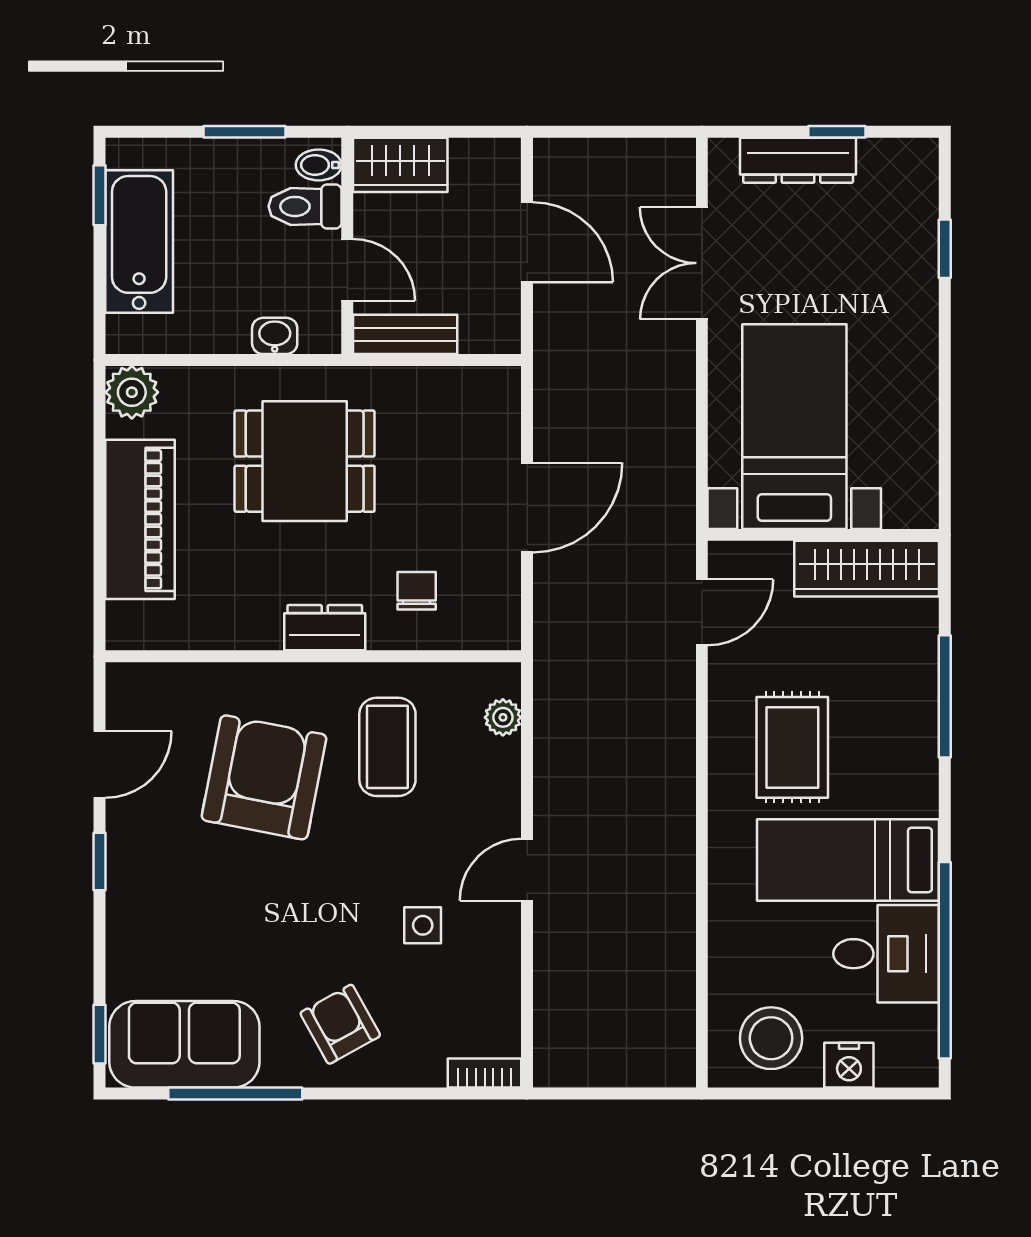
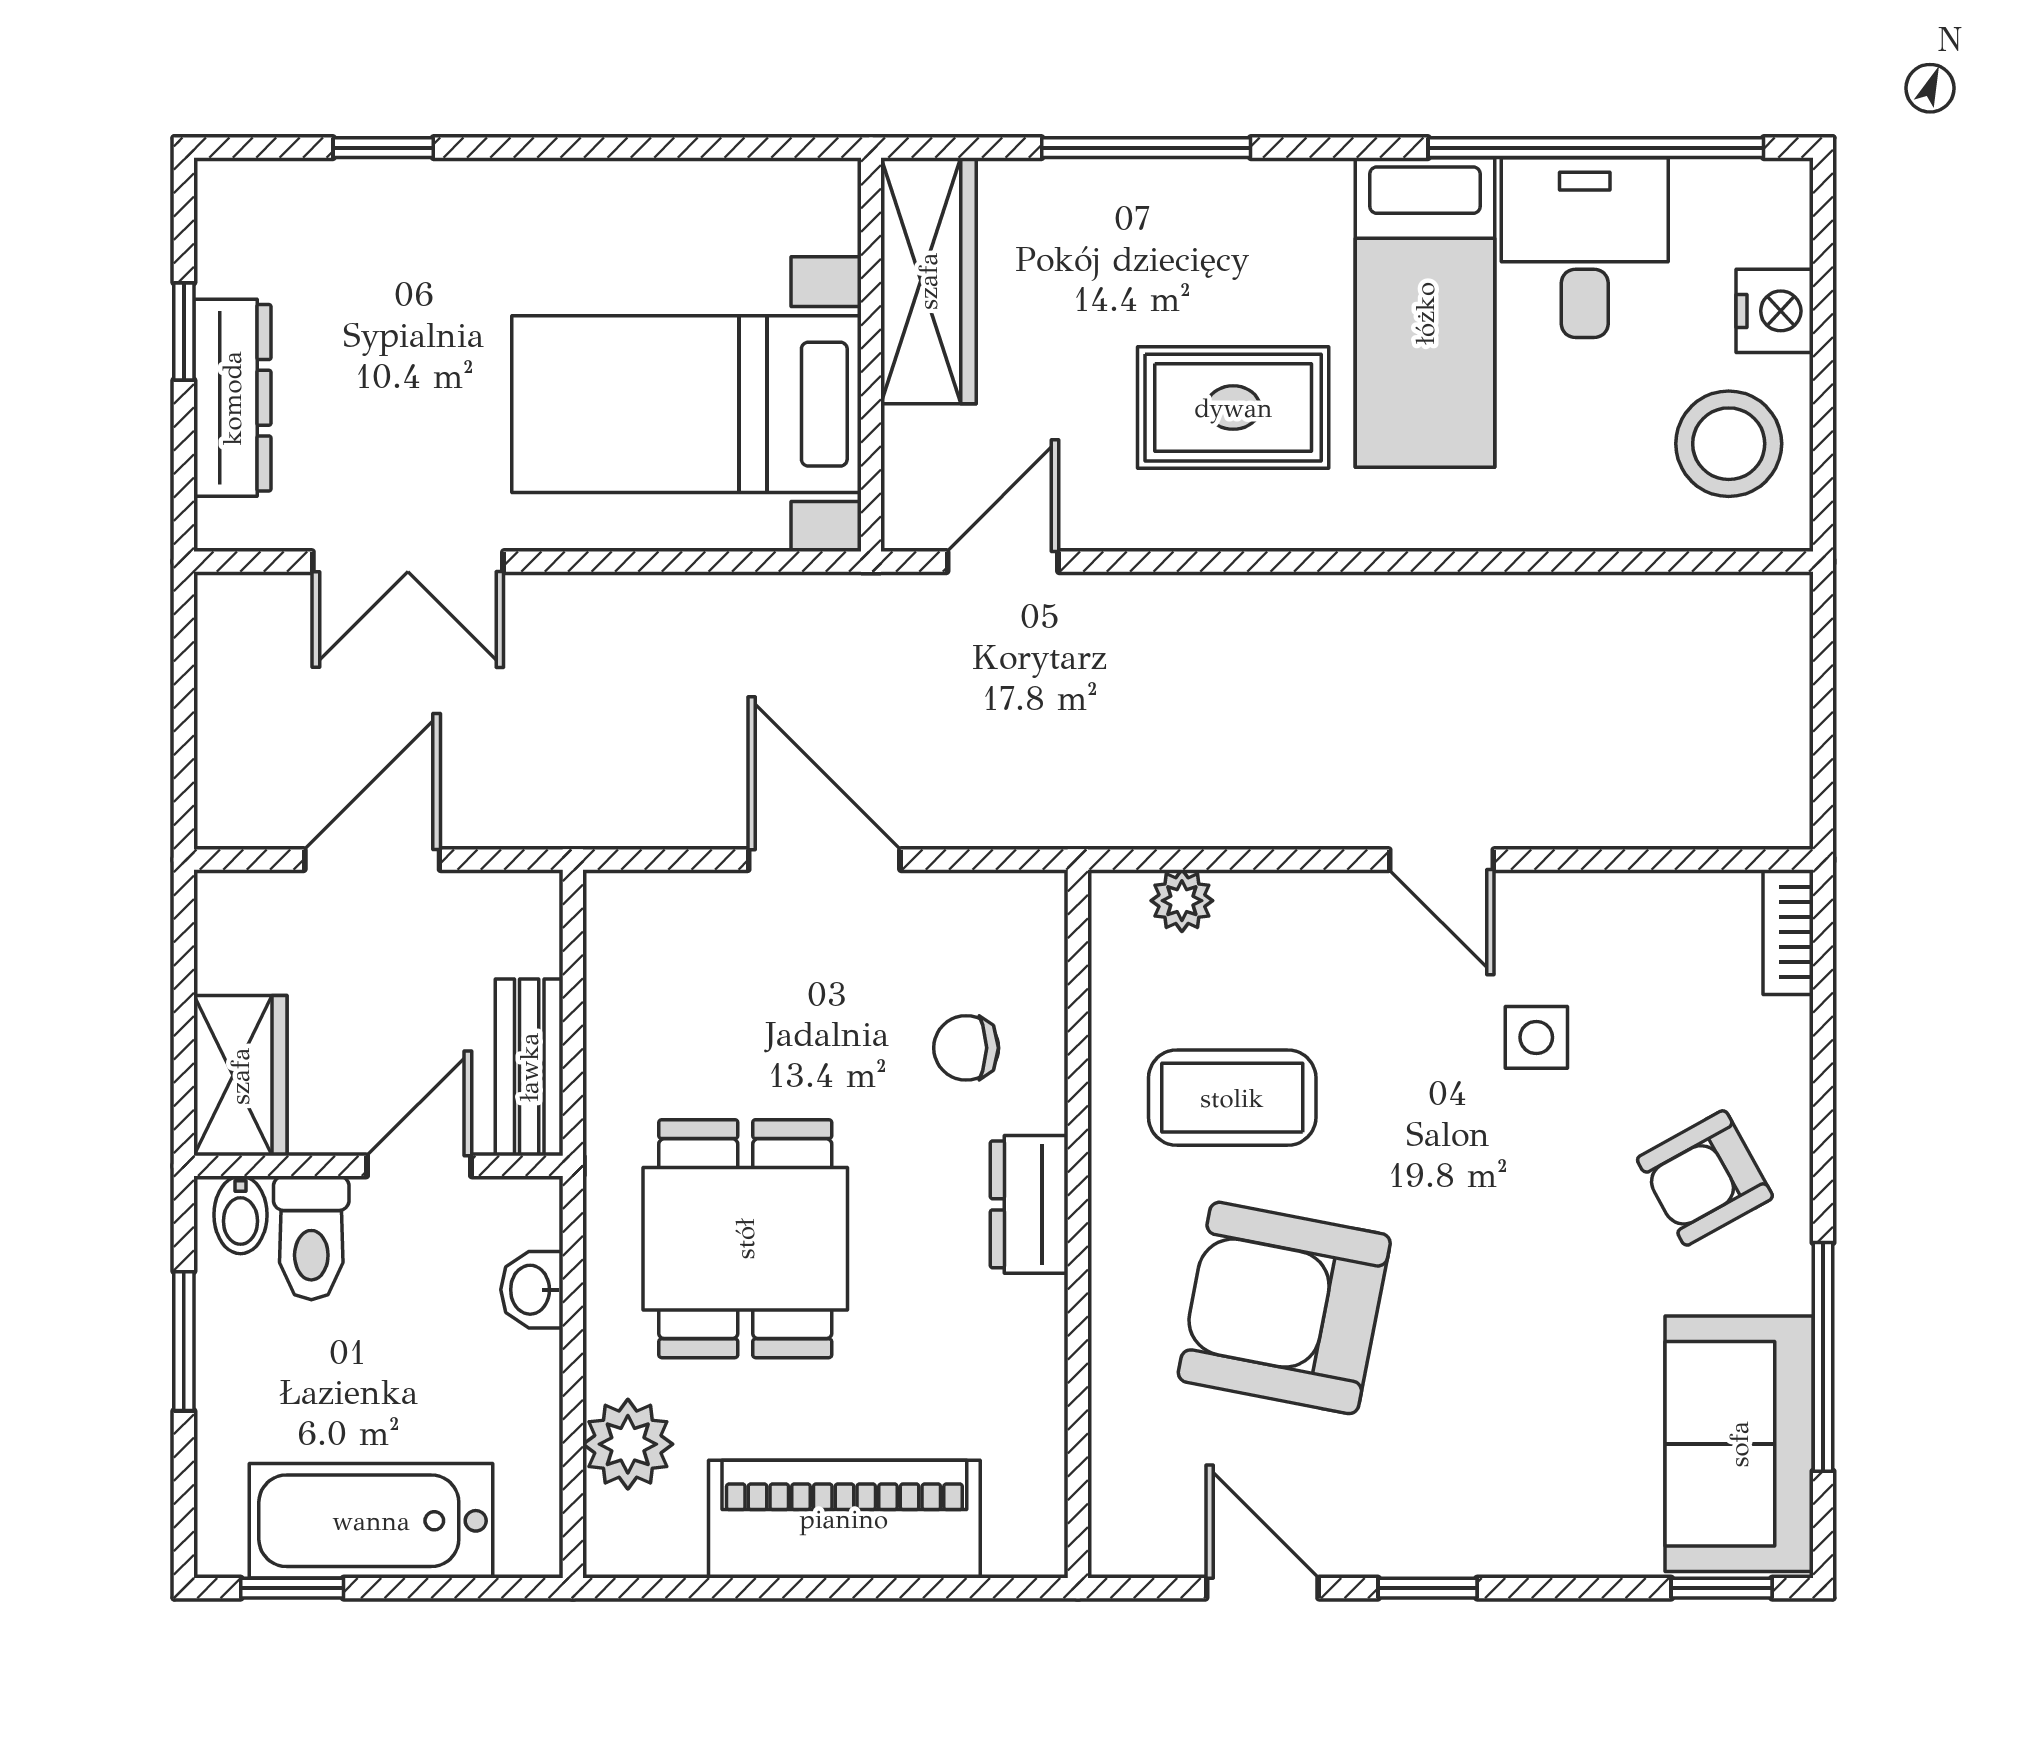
plant: (132, 392) -> (628, 1444), moved
door: (702, 612) -> (1003, 562), hinge flipped

